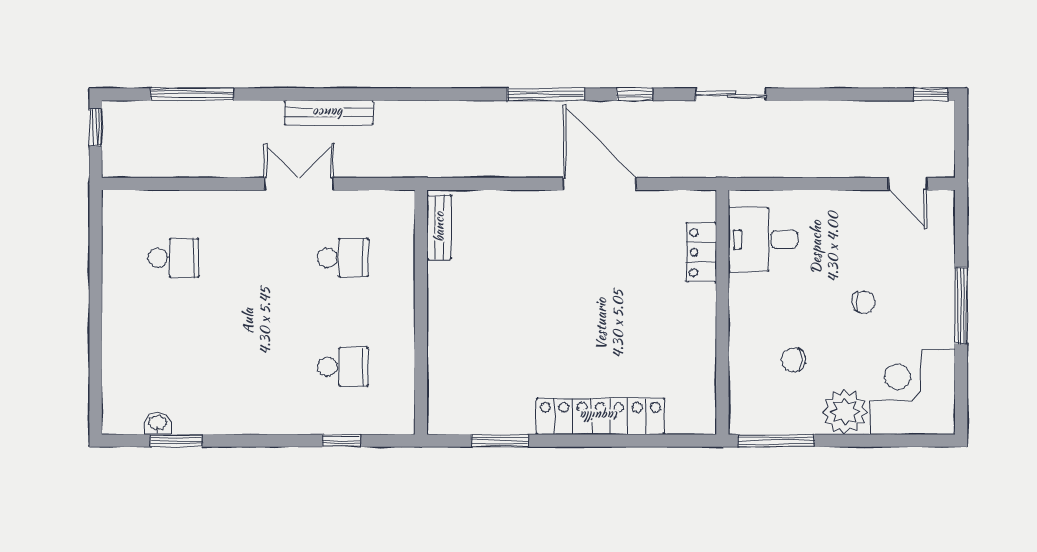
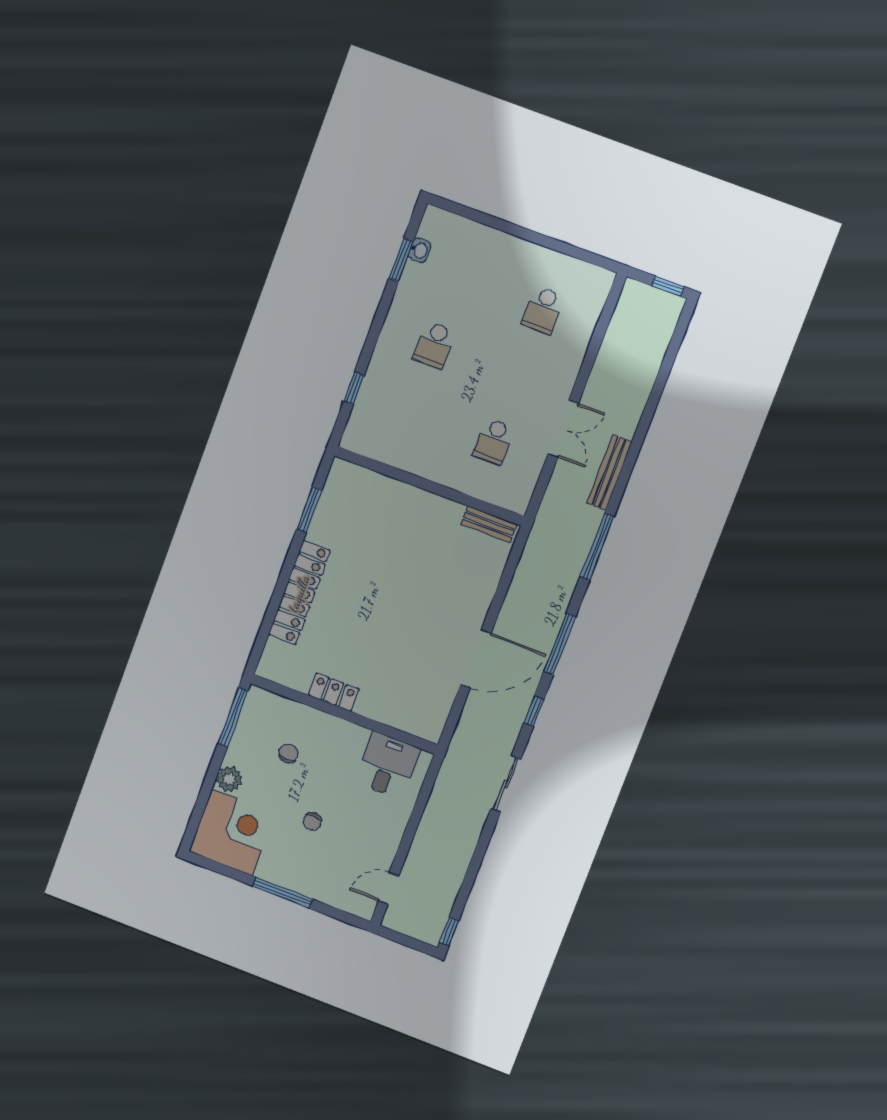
window: (192, 94) -> (597, 547), moved
locker: (701, 252) -> (334, 692), moved
school desk: (343, 367) -> (434, 345), moved
plant: (845, 412) -> (229, 779), width x0.73, depth x0.73

